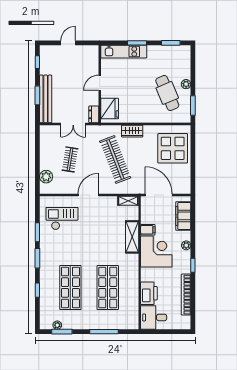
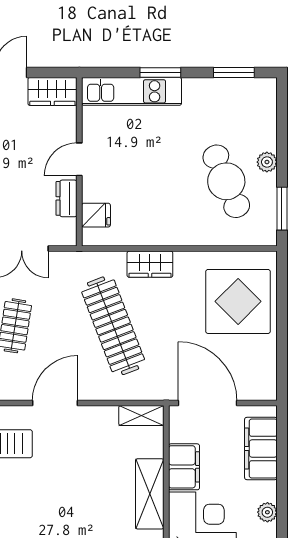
wardrobe: (87, 52) -> (52, 91), added
fridge: (110, 109) -> (96, 215), width x0.53, depth x0.75
dresser: (94, 114) -> (67, 198), moved
filing cabinet: (148, 230) -> (184, 467), width x2.00

